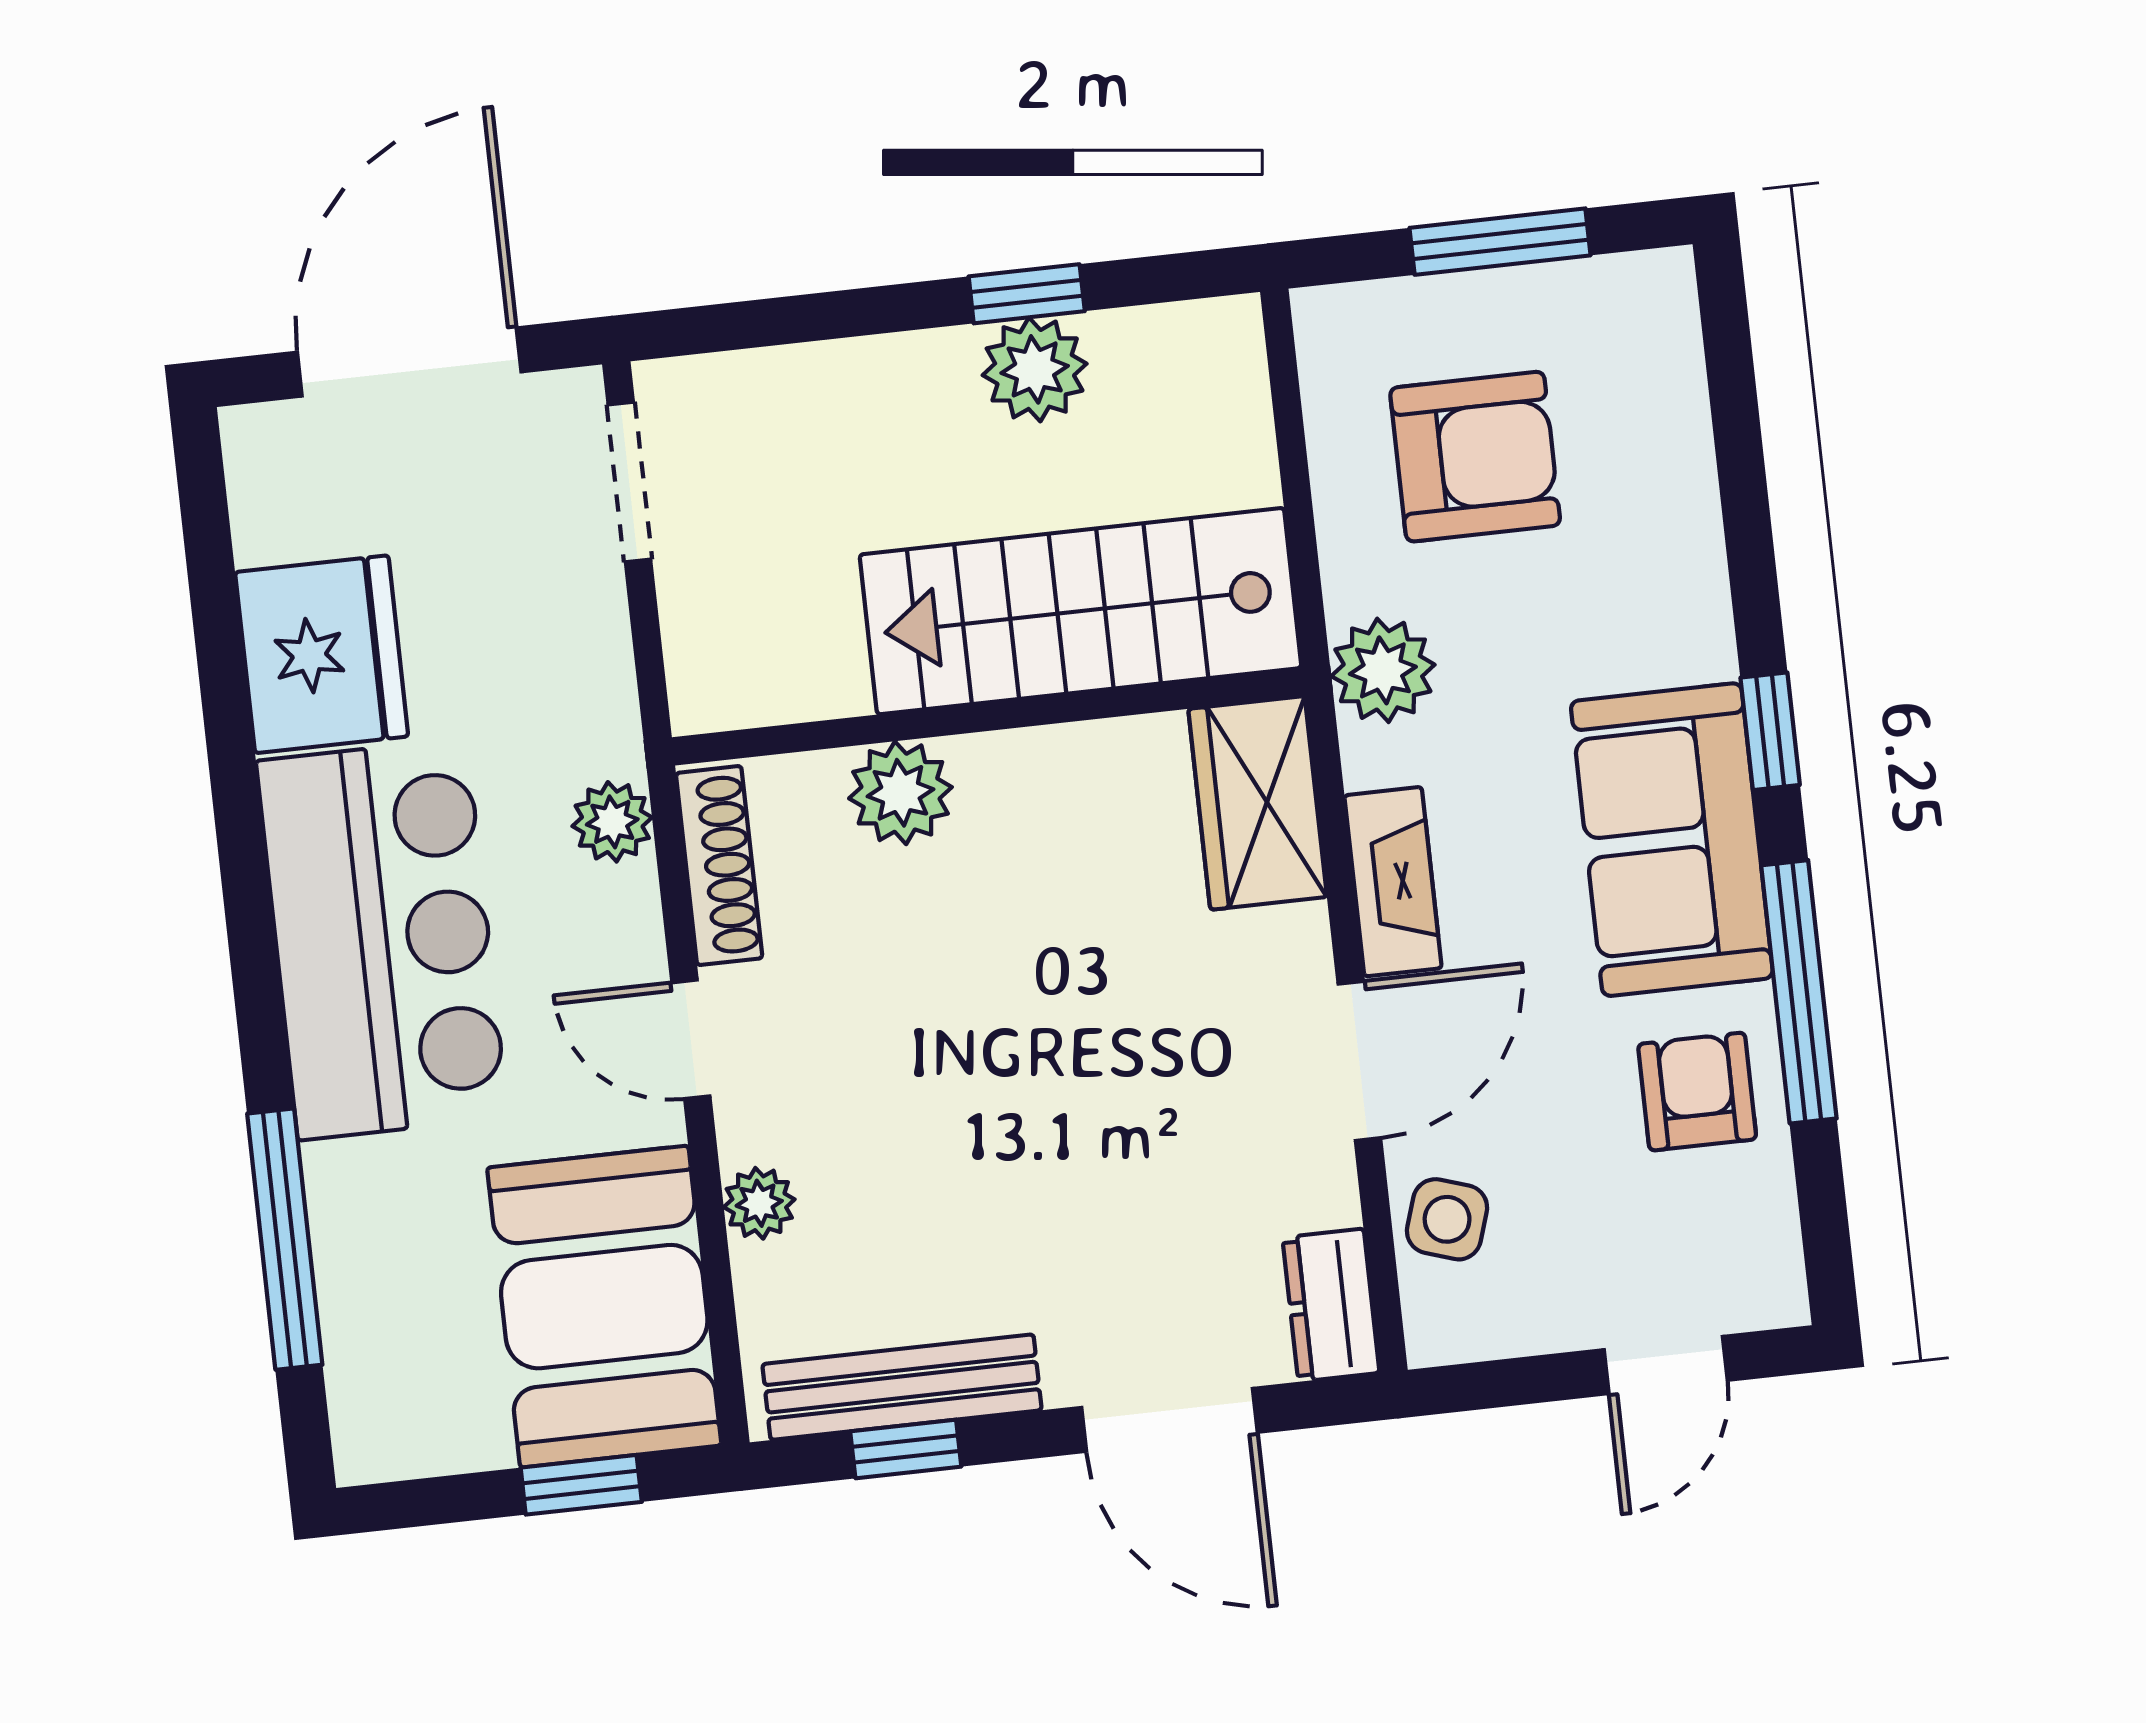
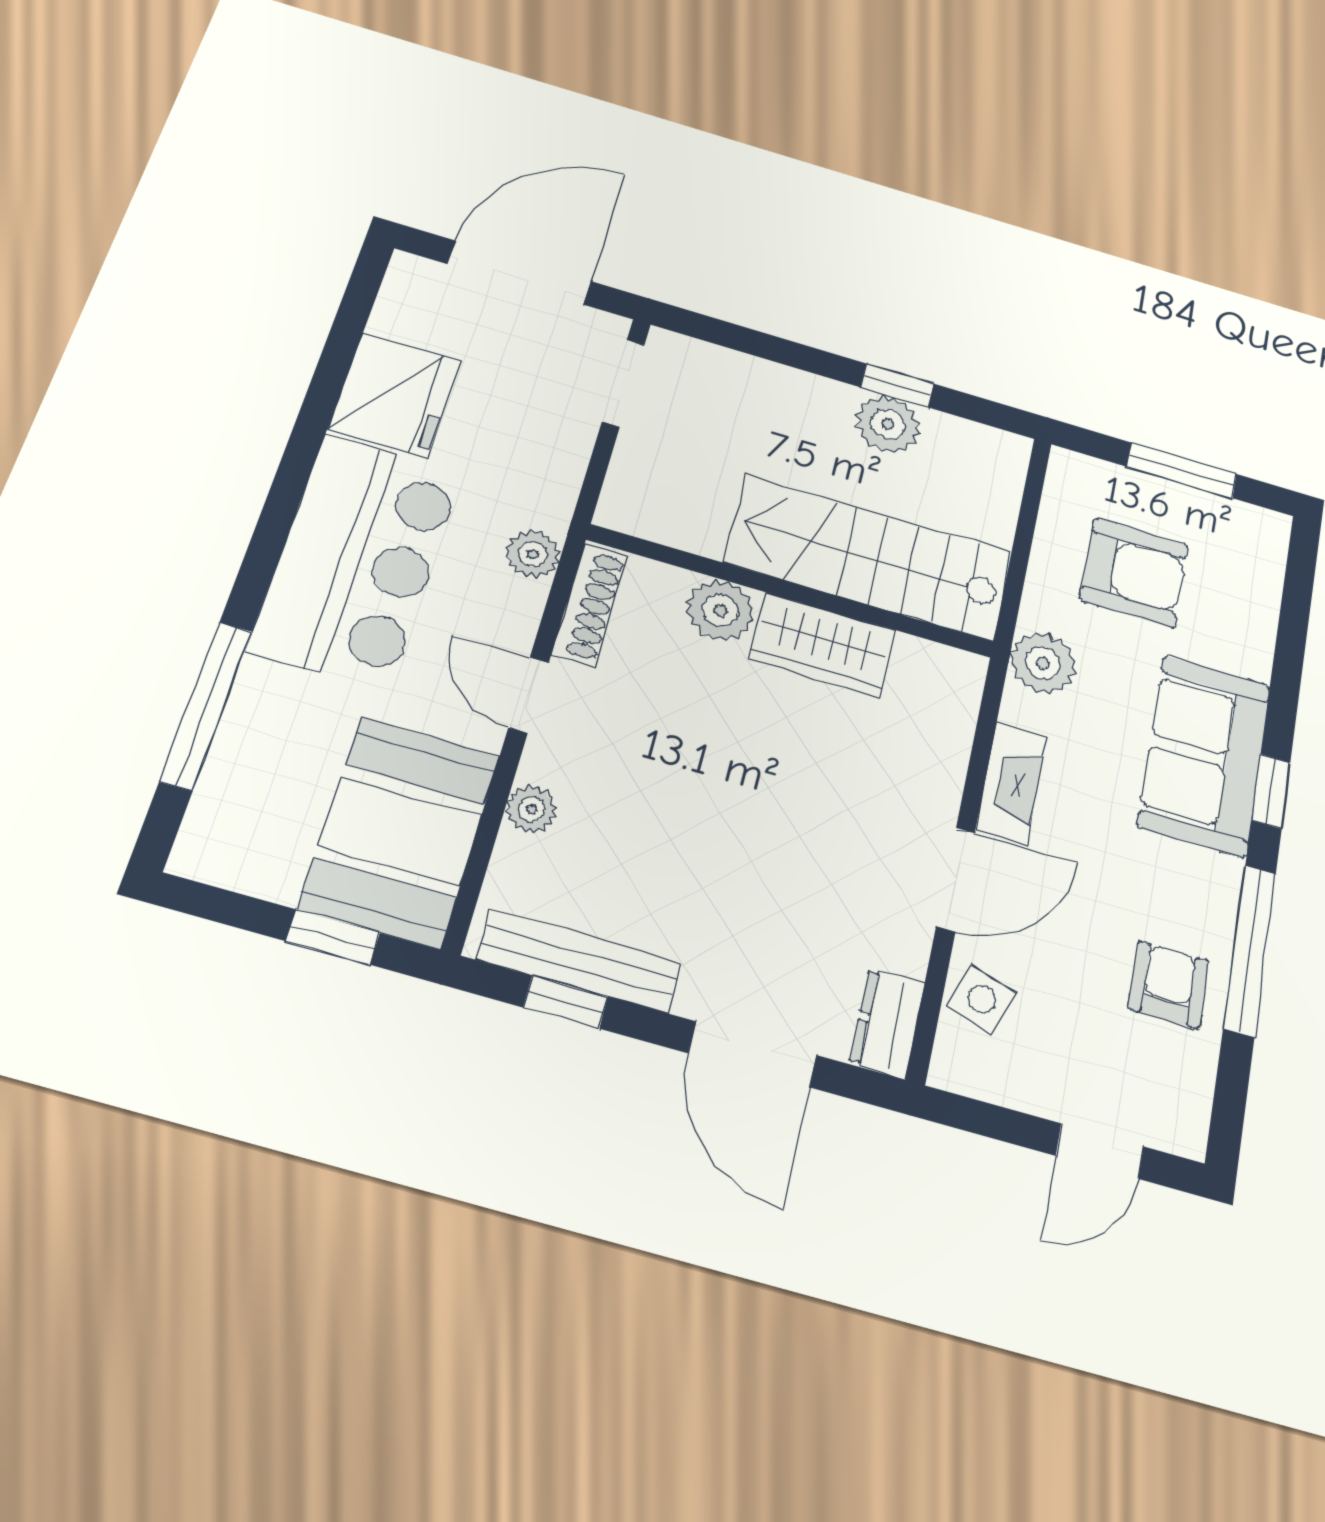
wardrobe: (1258, 803) -> (823, 644), moved, turned -90
sofa: (1672, 840) -> (1204, 755), moved

